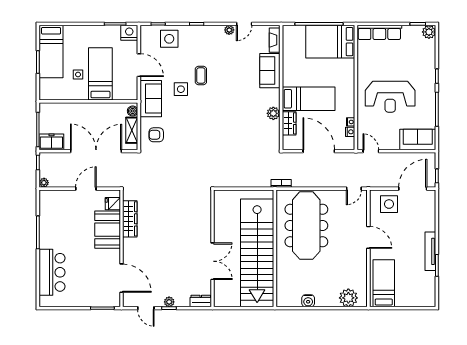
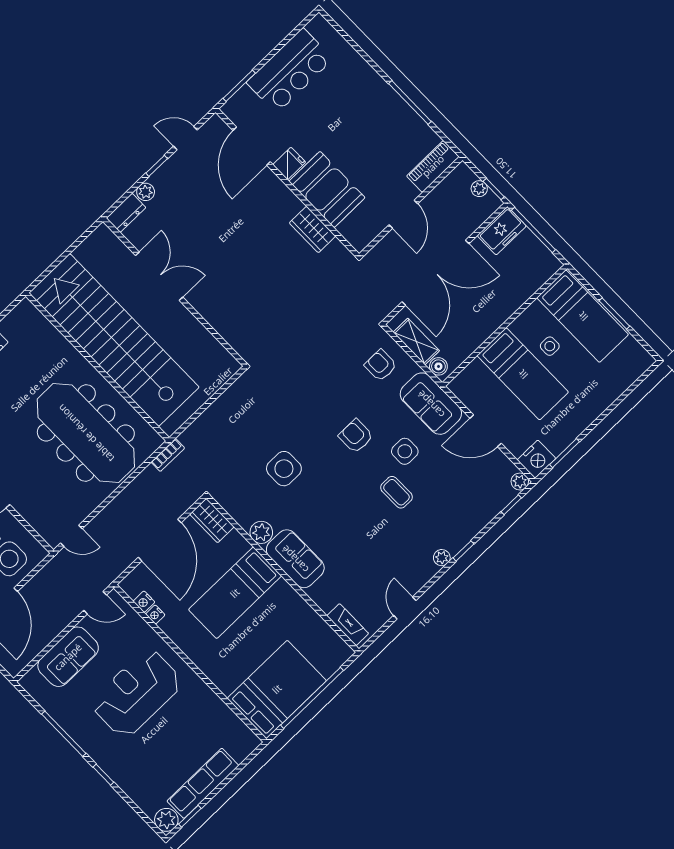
plant: (145, 30) -> (520, 482), added
plant: (229, 30) -> (442, 558), moved
row of seats: (379, 32) -> (203, 783), moved
side table: (169, 39) -> (284, 469), moved
bed: (51, 51) -> (583, 316), moved, turned 180
sofa: (270, 71) -> (295, 559), moved
armchair: (195, 115) -> (356, 436), added
wardrobe: (289, 123) -> (212, 520), moved
armchair: (156, 135) -> (381, 365), turned -90
sofa: (418, 140) -> (68, 657), moved
door: (319, 151) -> (160, 540), hinge flipped
plant: (44, 183) -> (479, 189), moved
door: (354, 189) -> (71, 536), swing flipped
piano: (54, 196) -> (433, 166), added
fridge: (113, 204) -> (289, 163), moved
wardrobe: (130, 219) -> (312, 229), width x0.67
double door: (213, 261) -> (159, 276), swing flipped
bar counter: (52, 272) -> (290, 71), moved, turned -90
door: (121, 278) -> (252, 146), hinge flipped
plant: (169, 302) -> (146, 192), moved

